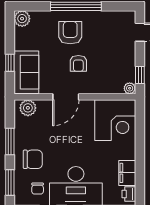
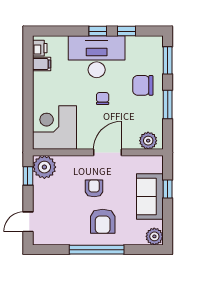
sofa: (26, 72) -> (150, 196), moved
plant: (130, 88) -> (44, 167), width x1.87, depth x1.87
filing cabinet: (127, 173) -> (42, 64), width x0.50
chair: (38, 189) -> (103, 98), moved

